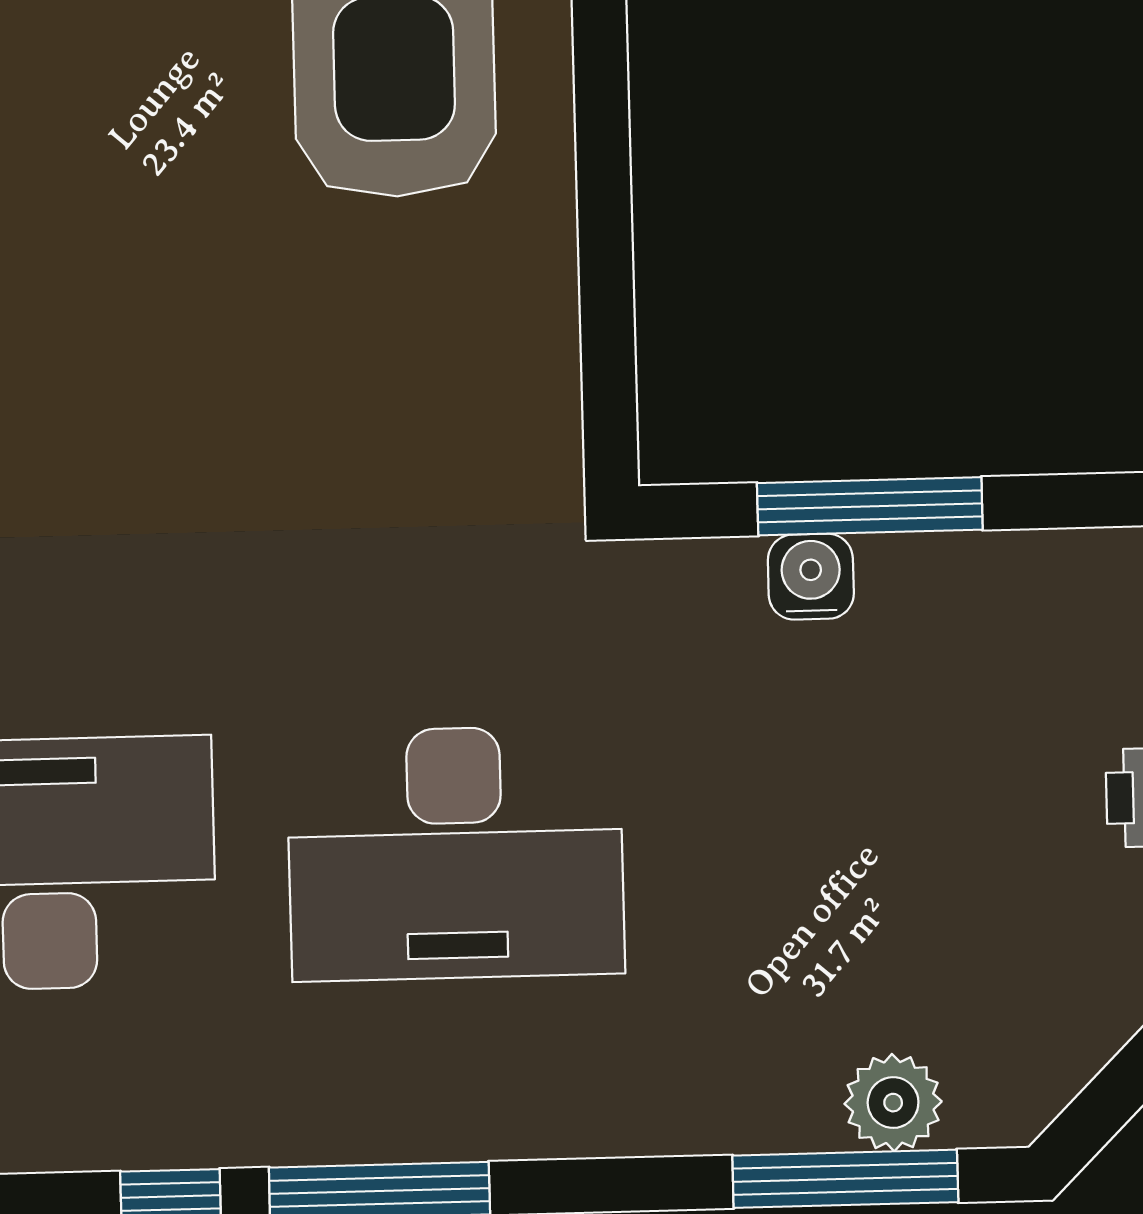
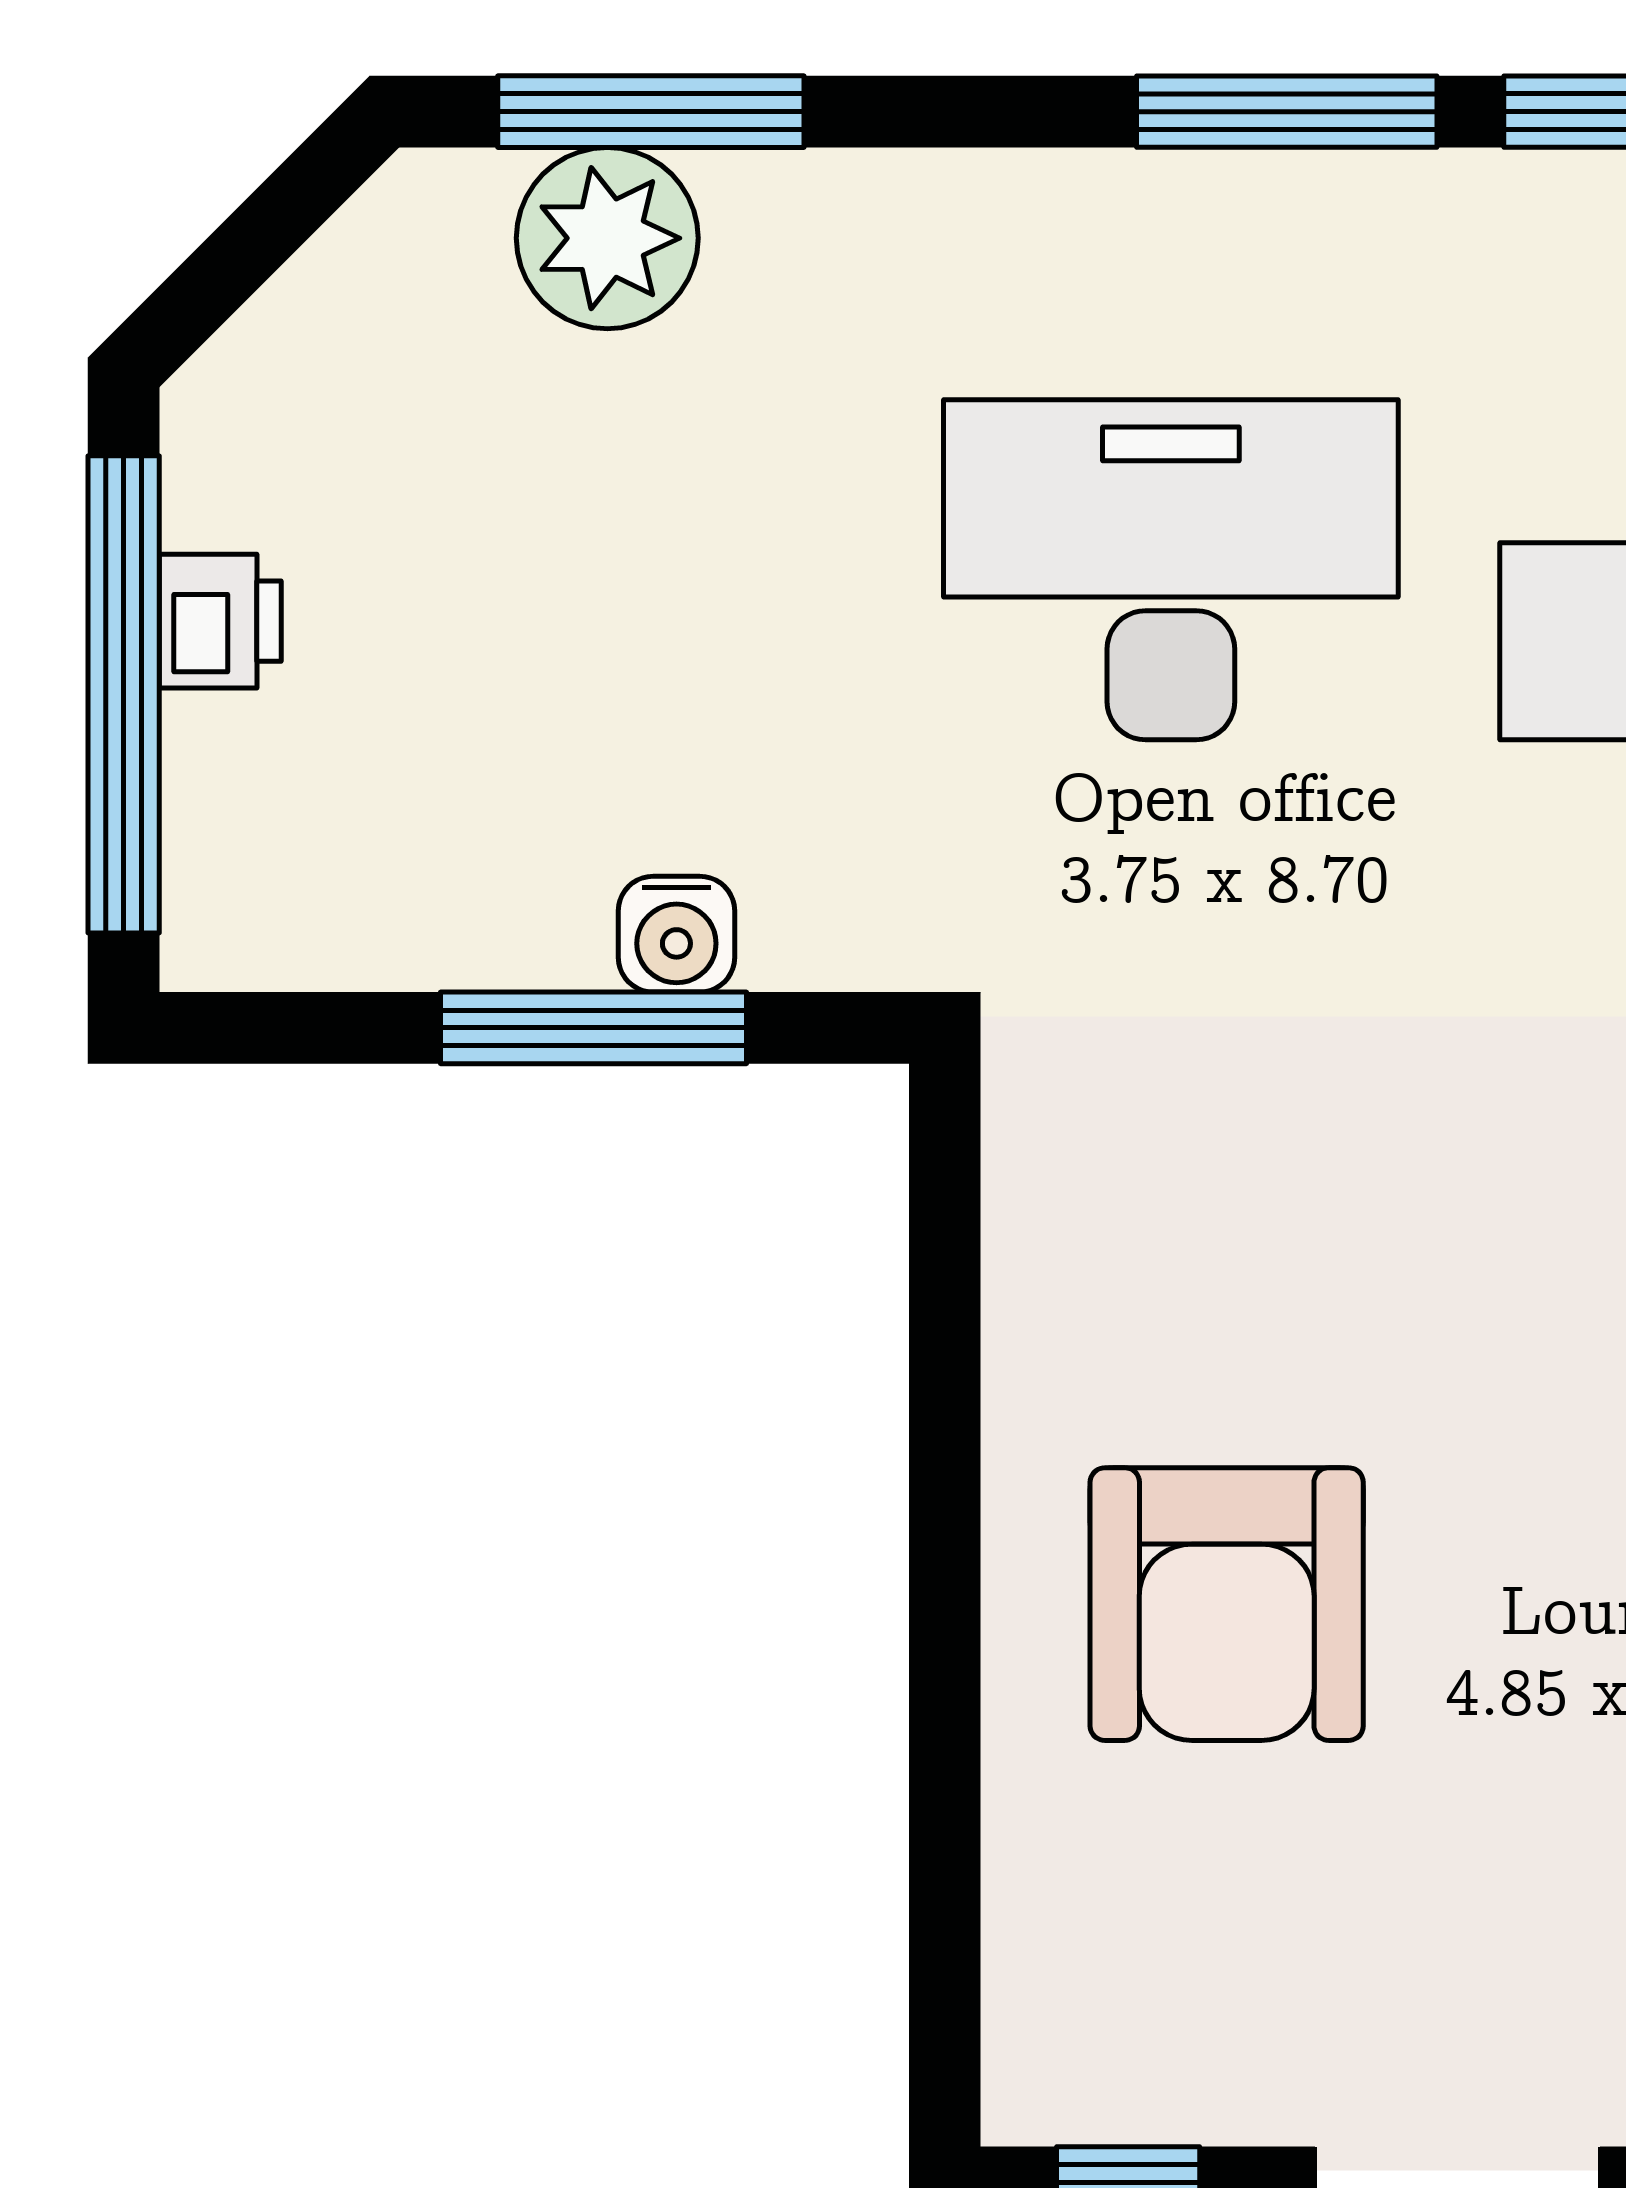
plant: (893, 1103) -> (607, 238), width x1.36, depth x1.36

